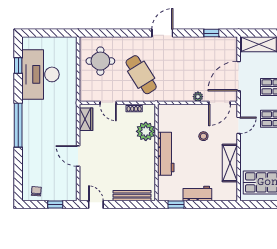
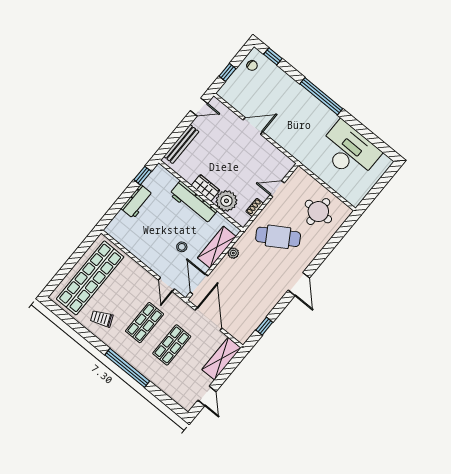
window: (18, 66) -> (273, 56), moved
plant: (198, 97) -> (233, 253), moved
wardrobe: (86, 119) -> (206, 188), moved, turned 180
shelving: (230, 163) -> (217, 247), moved, turned 90

